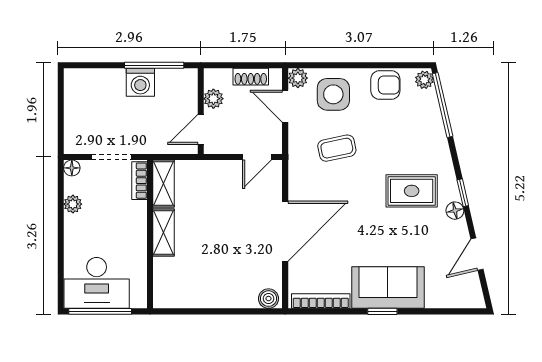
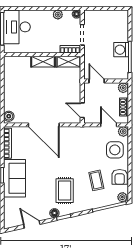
plant: (213, 99) -> (123, 88), moved
door: (285, 106) -> (109, 125), hinge flipped
coffee table: (337, 148) -> (96, 180), moved

